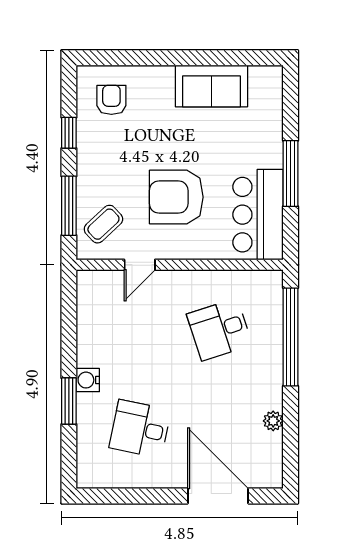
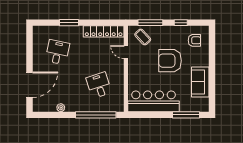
window: (290, 173) -> (186, 115), moved
armchair: (176, 197) -> (170, 61), moved, turned -90
bar counter: (258, 215) -> (154, 101), width x1.36
locker: (90, 318) -> (104, 31), added
water cooler: (88, 380) -> (78, 30), removed

